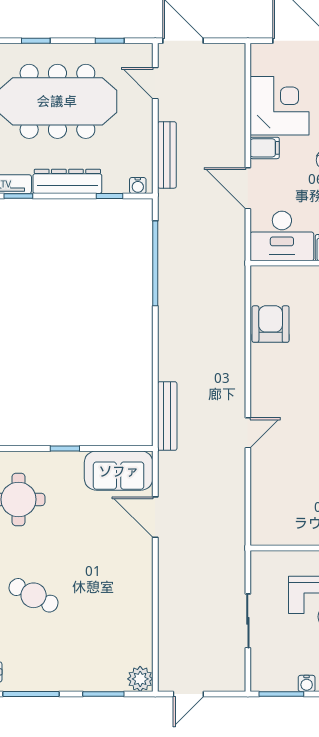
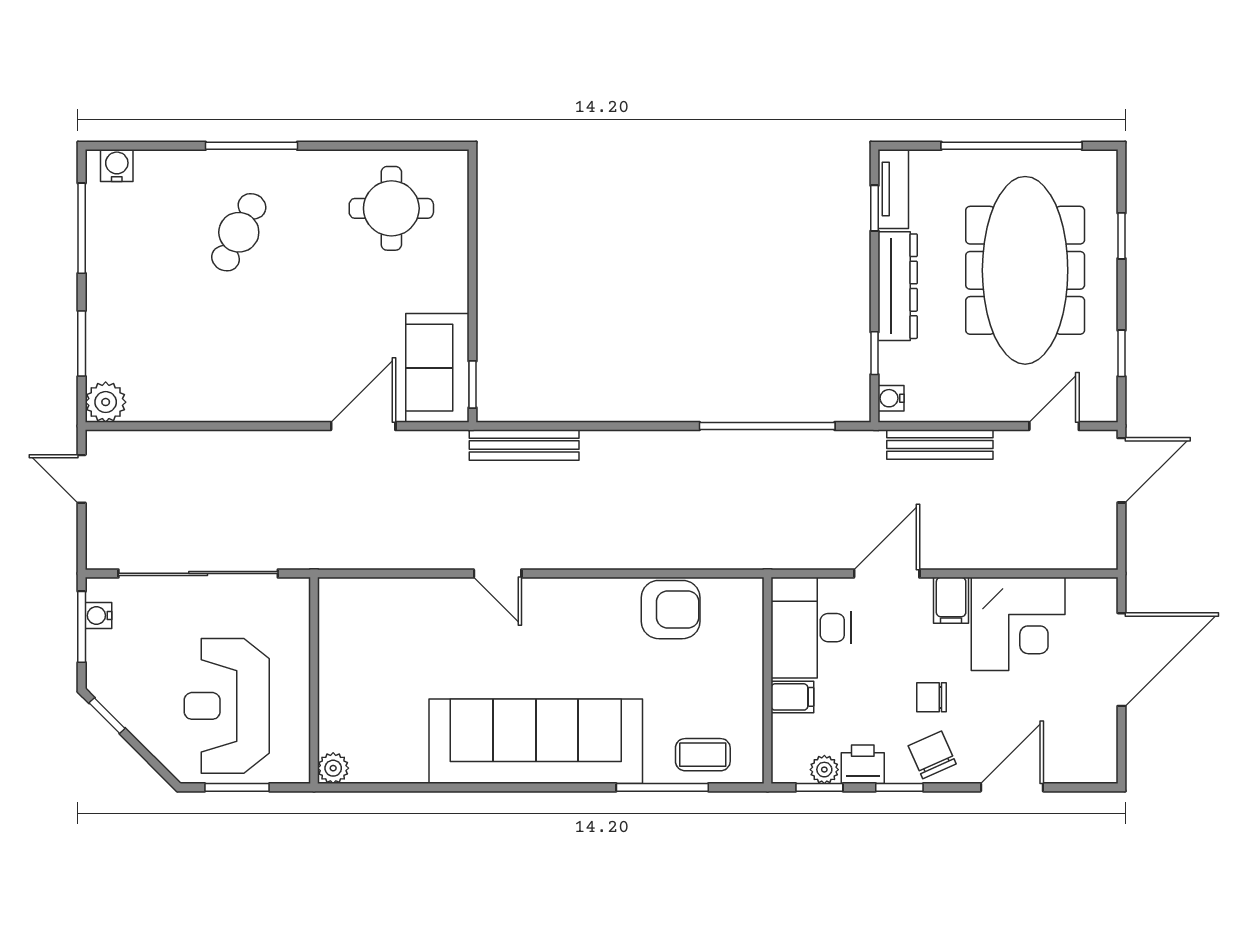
window: (65, 448) -> (473, 384), moved
sliding door: (248, 621) -> (198, 573), width x1.86
water cooler: (307, 683) -> (98, 616), moved

